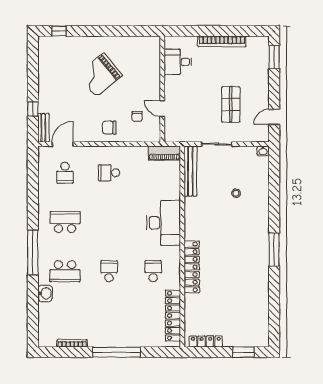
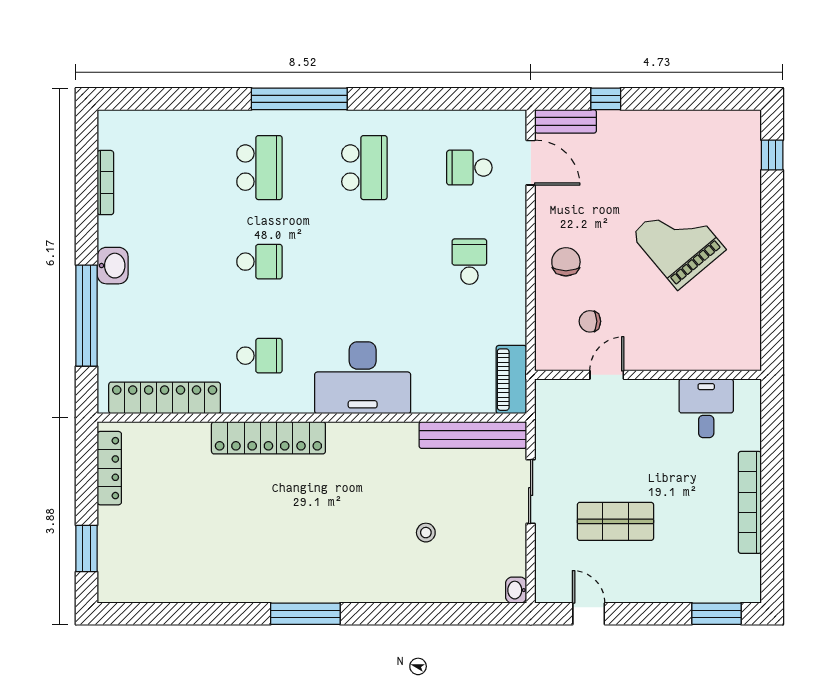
school desk: (65, 271) -> (259, 168), turned 180
washbasin: (45, 293) -> (113, 266), moved, turned -90
window: (116, 352) -> (86, 316), moved

